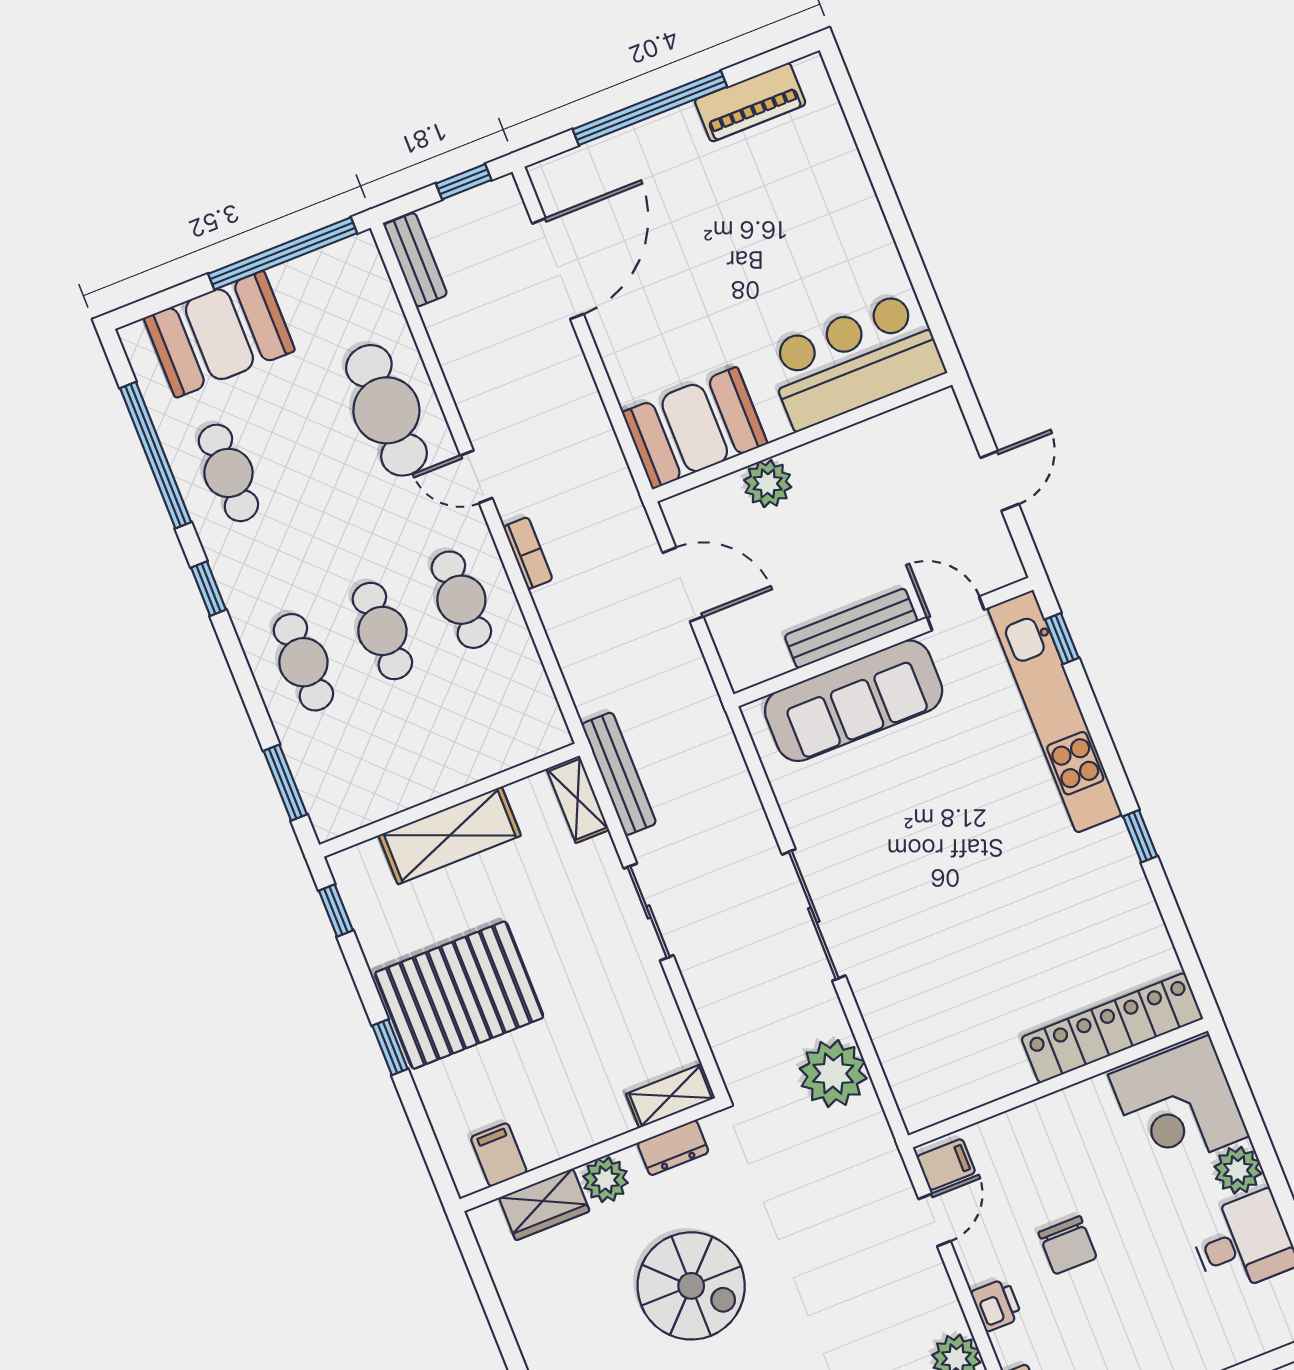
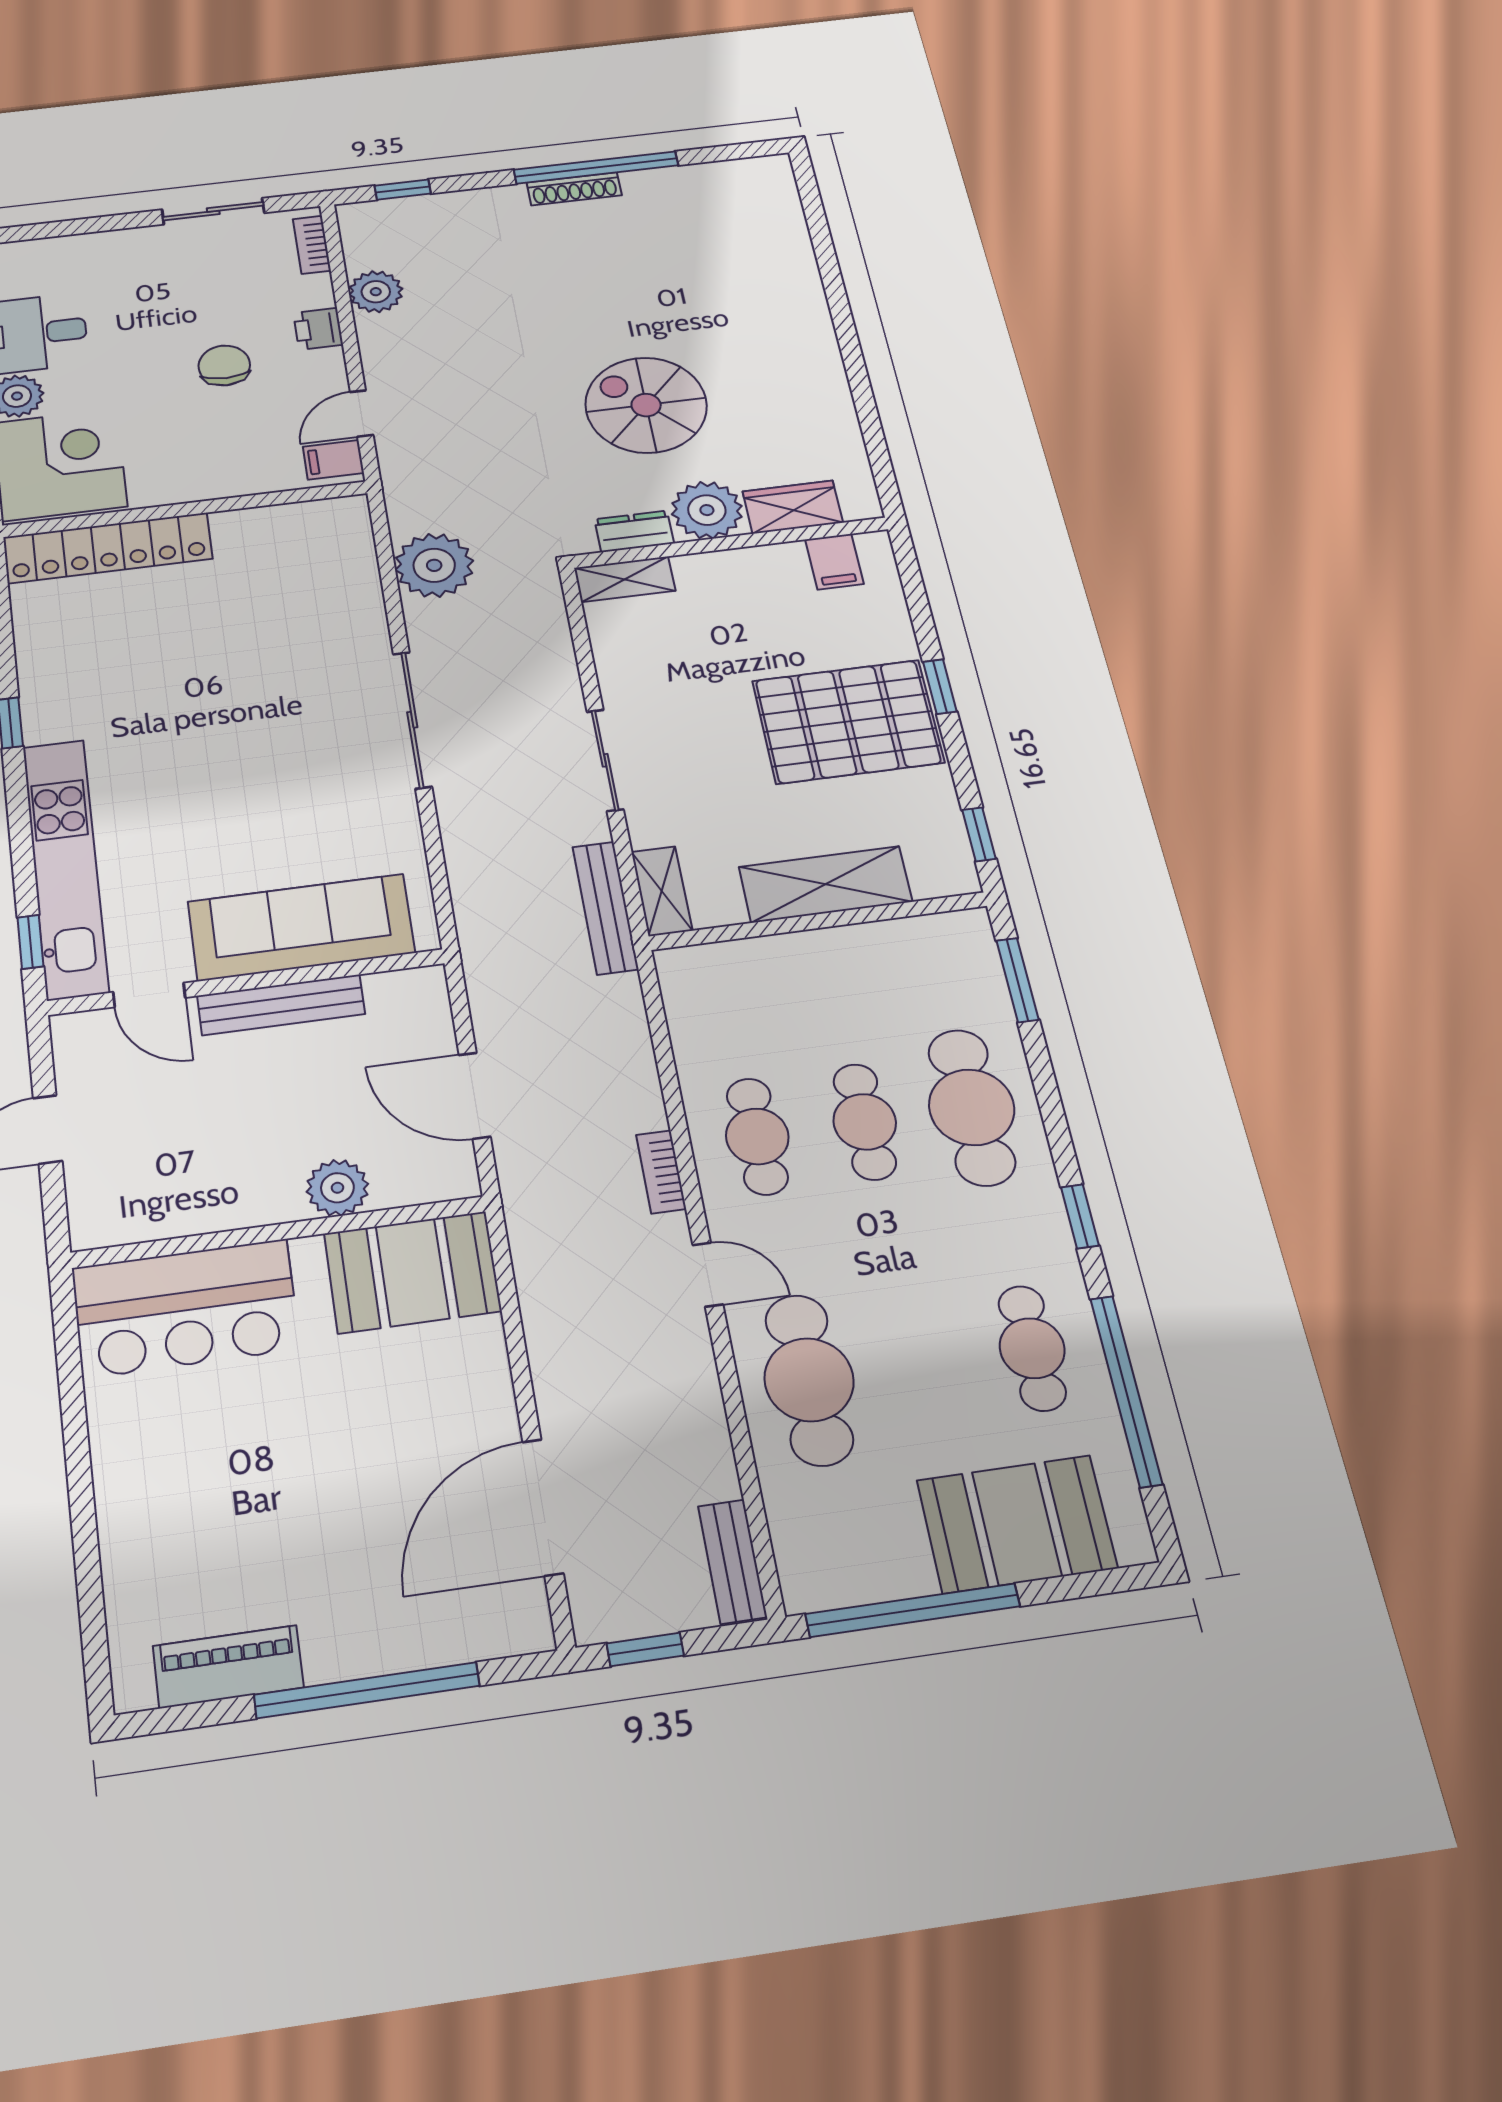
cafe table: (303, 662) -> (972, 1107), width x1.37, depth x1.35
plant: (606, 1180) -> (707, 510), width x1.36, depth x1.36

